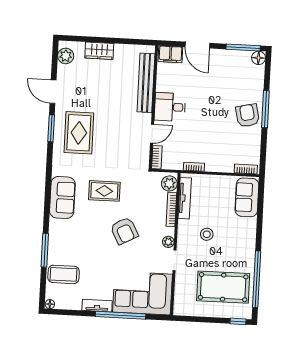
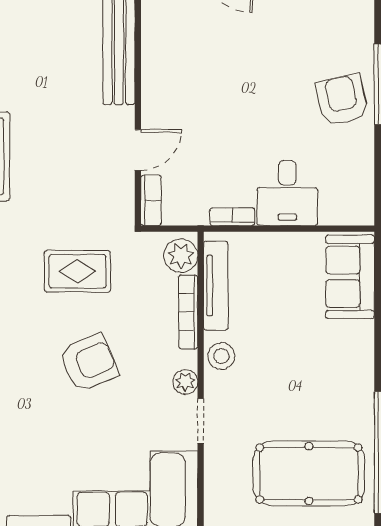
desk: (170, 107) -> (287, 193), moved, turned -90
bookcase: (246, 169) -> (344, 216), removed
rug: (104, 191) -> (77, 271), moved
armchair: (124, 231) -> (89, 363), turned -85
stool: (207, 234) -> (221, 356), moved

